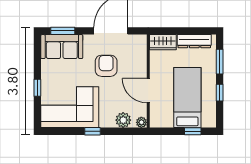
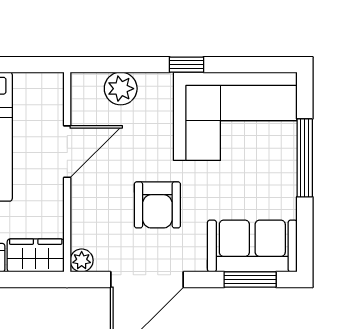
window: (37, 88) -> (305, 158), width x2.17
door: (148, 91) -> (67, 152), hinge flipped
plant: (141, 122) -> (82, 260), moved

